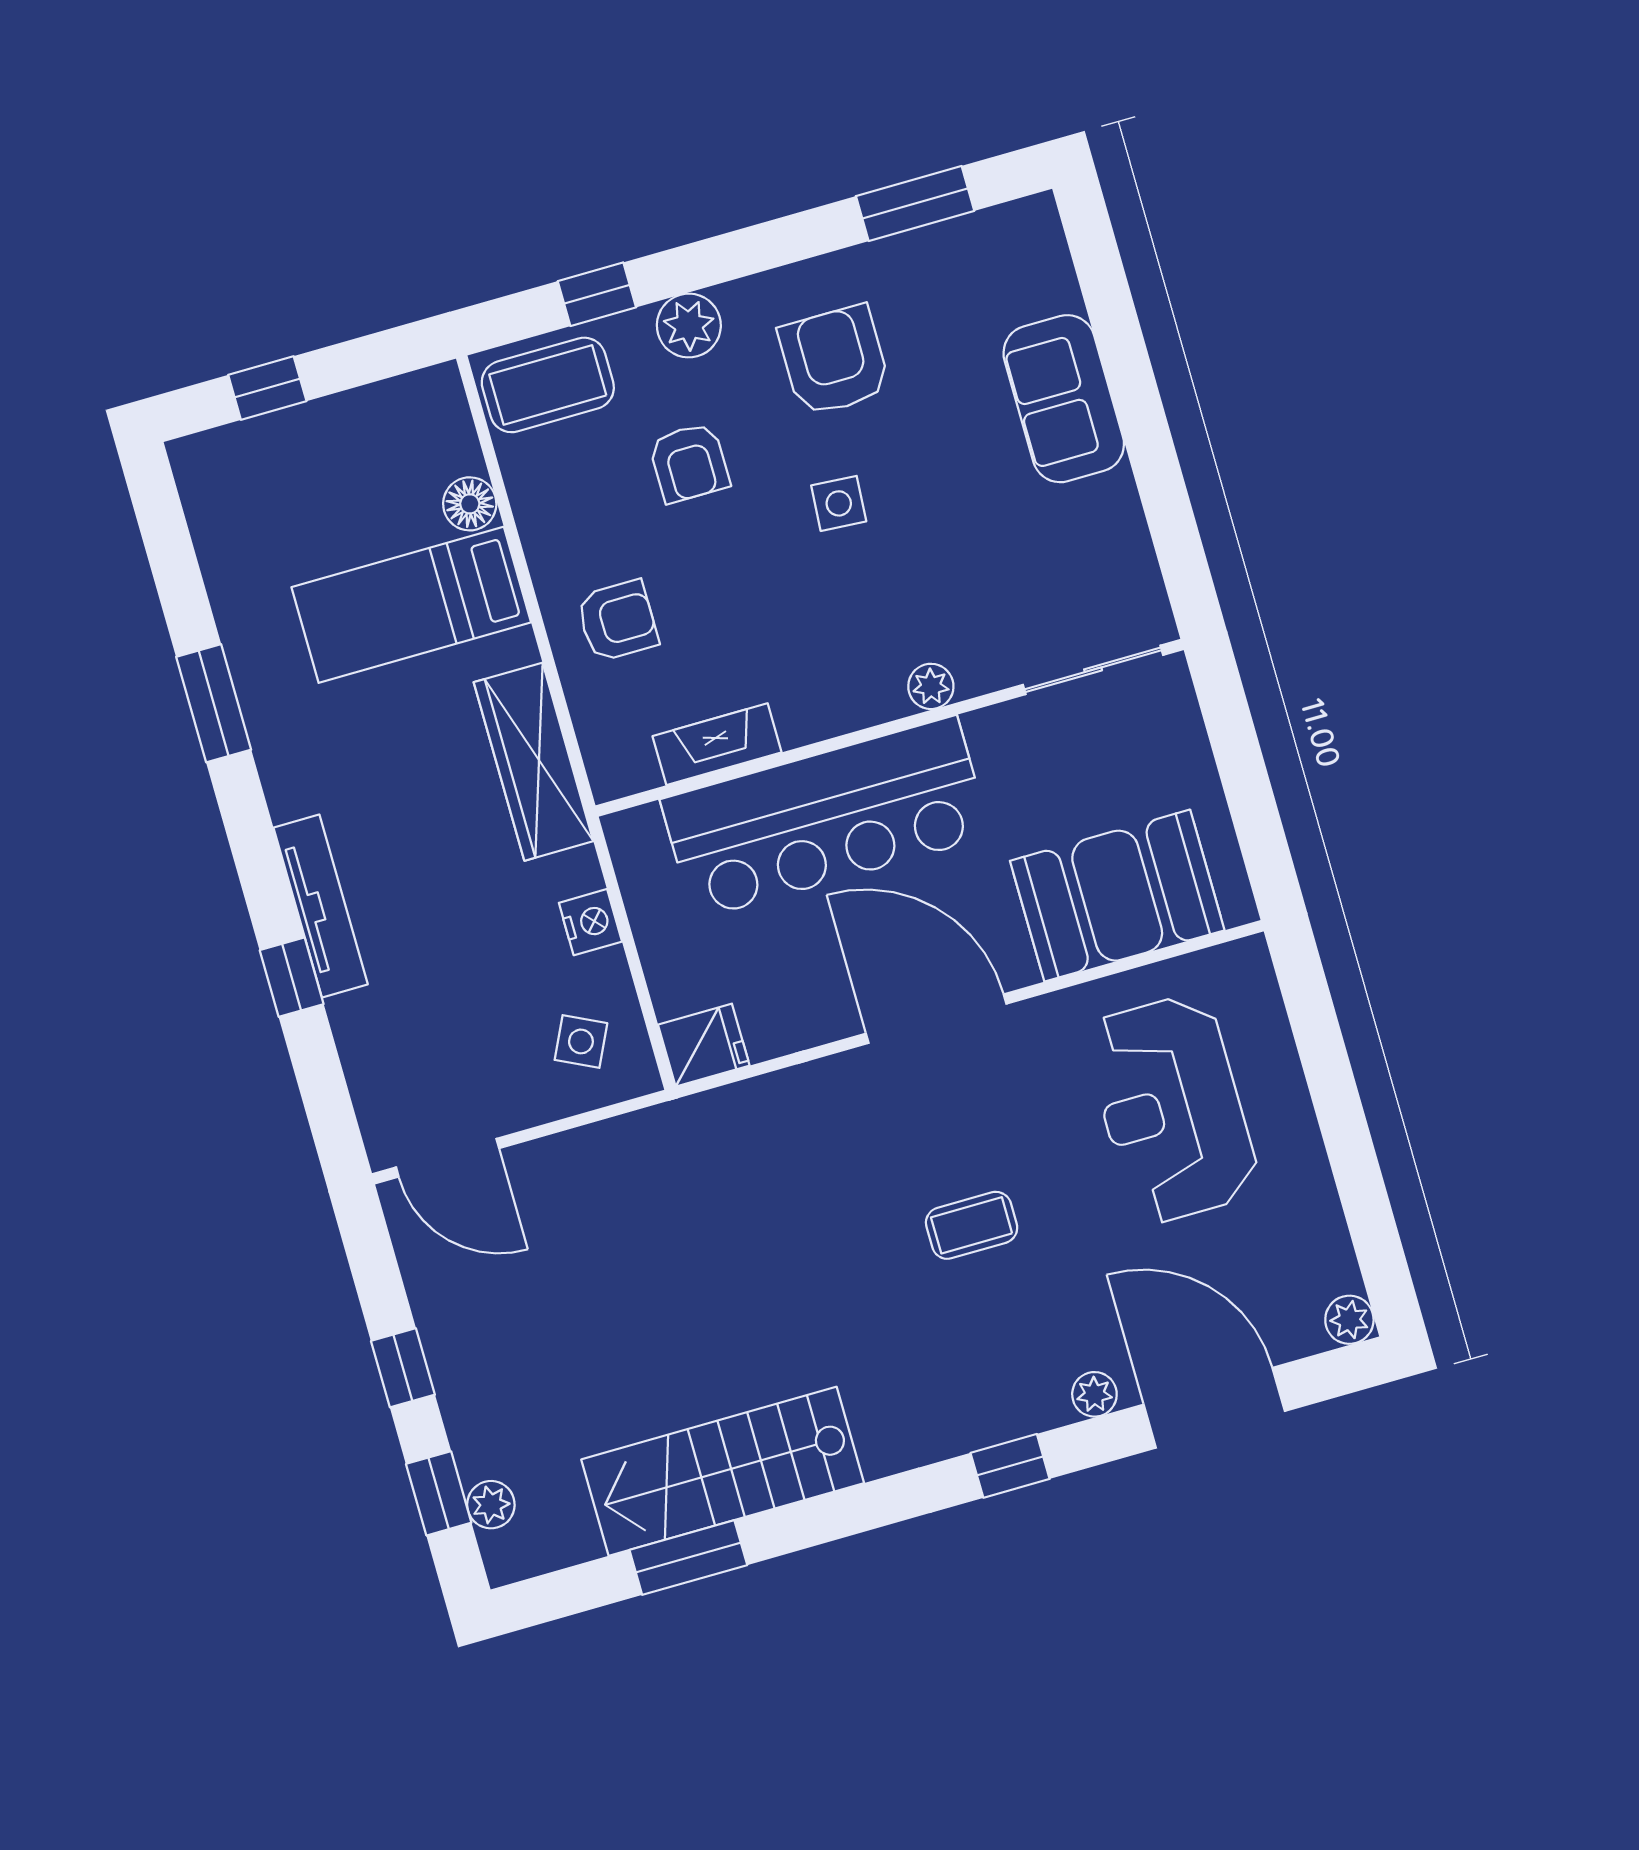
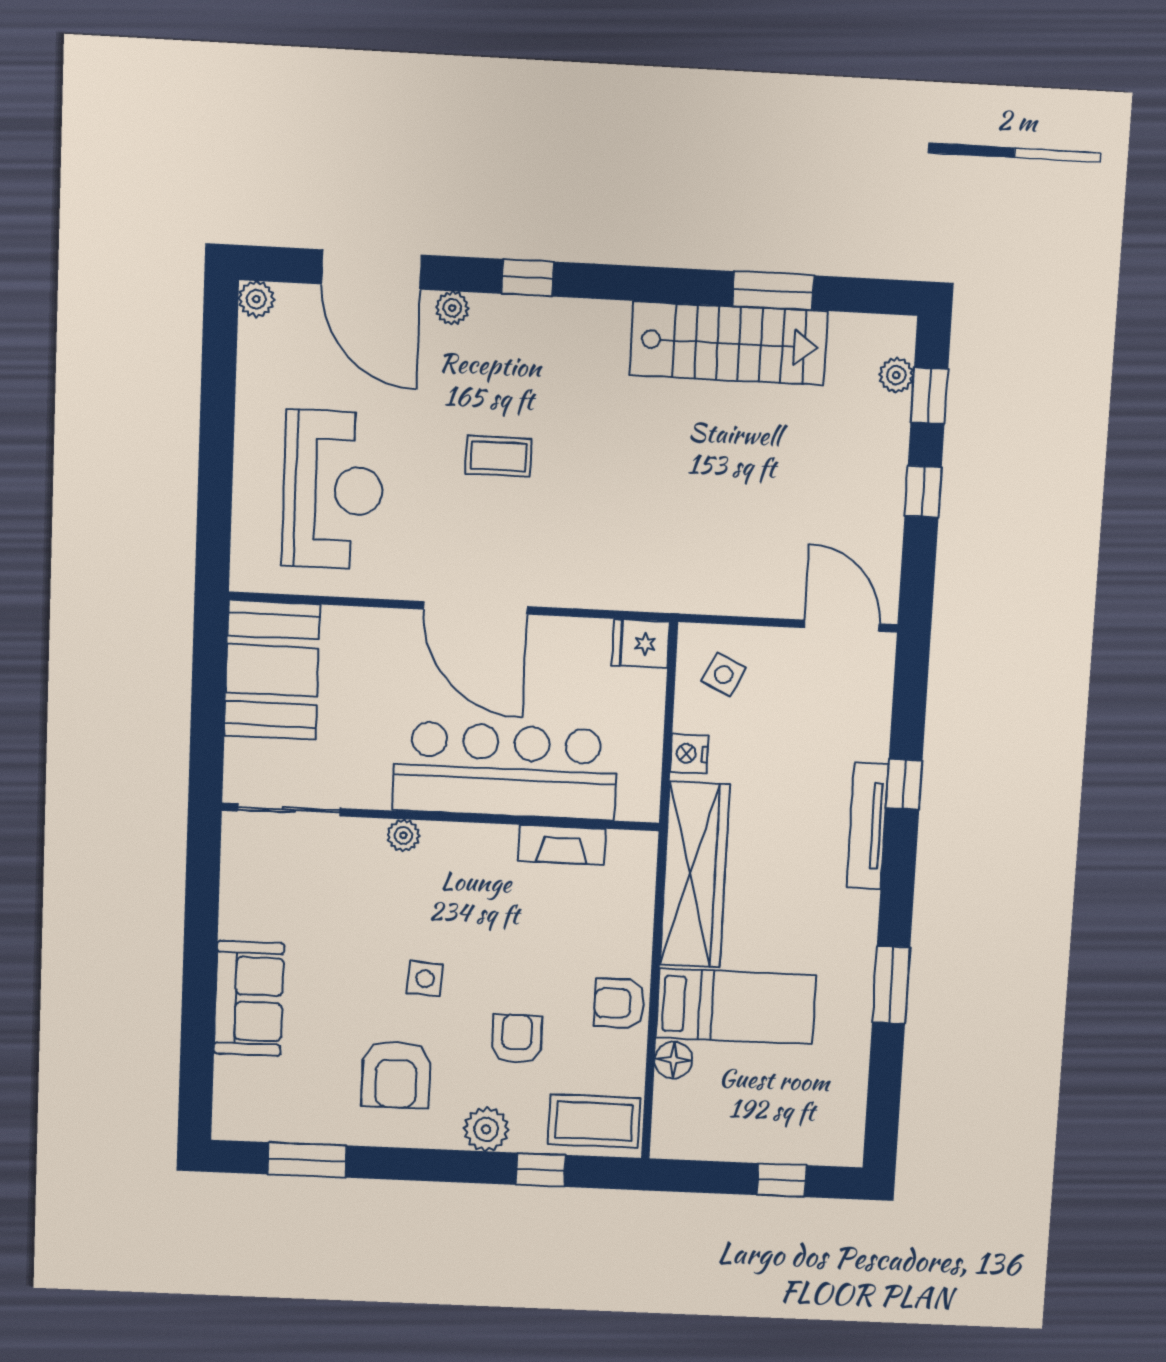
armchair: (617, 621) -> (619, 1003), moved
wardrobe: (534, 762) -> (695, 875), width x1.40, depth x1.17
booth: (1117, 896) -> (272, 670), moved, turned 90

